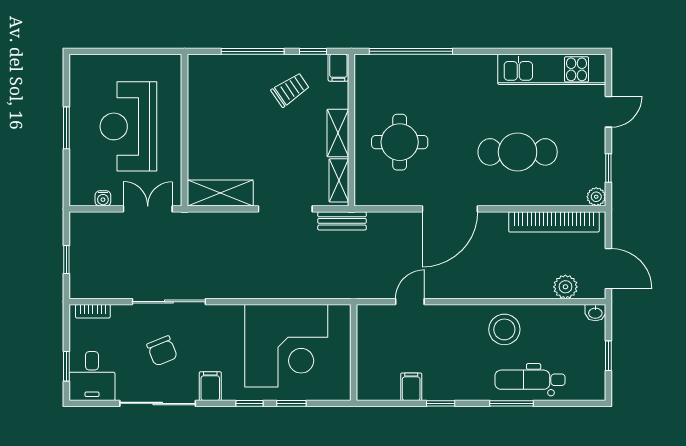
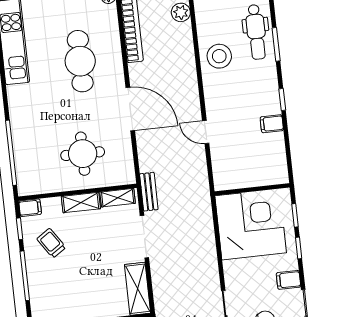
wall: (354, 353) -> (252, 189), moved

